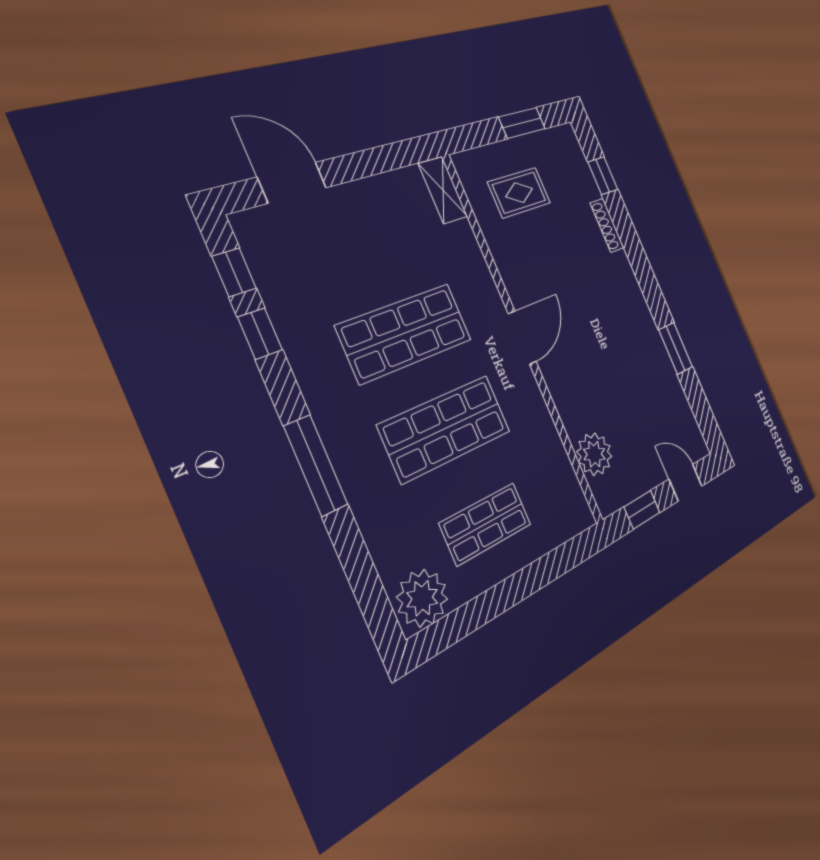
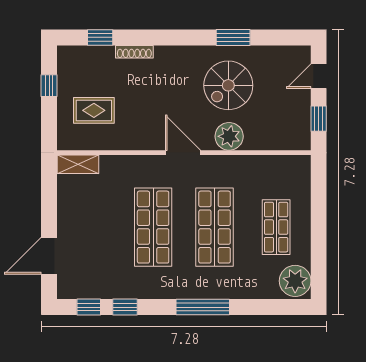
window: (522, 123) -> (49, 86), width x0.67
rug: (519, 193) -> (94, 110), turned 90
spiral stairs: (625, 366) -> (228, 85), added
plant: (594, 454) -> (229, 136), moved

